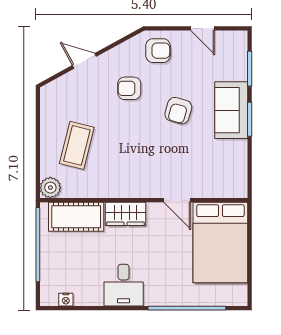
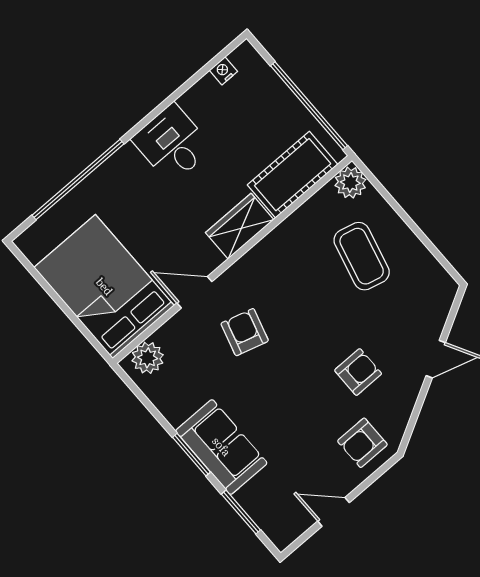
armchair: (178, 111) -> (245, 332), moved
plant: (230, 187) -> (148, 358), added

